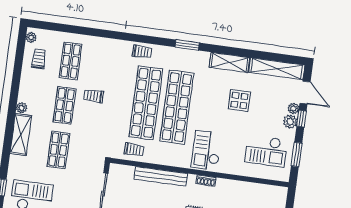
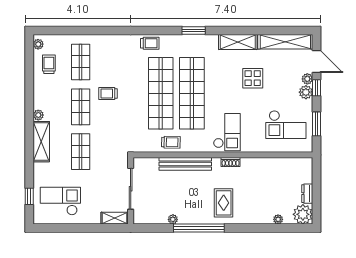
trolley: (134, 150) -> (171, 142), moved
checkout: (206, 150) -> (227, 132), turned 180

